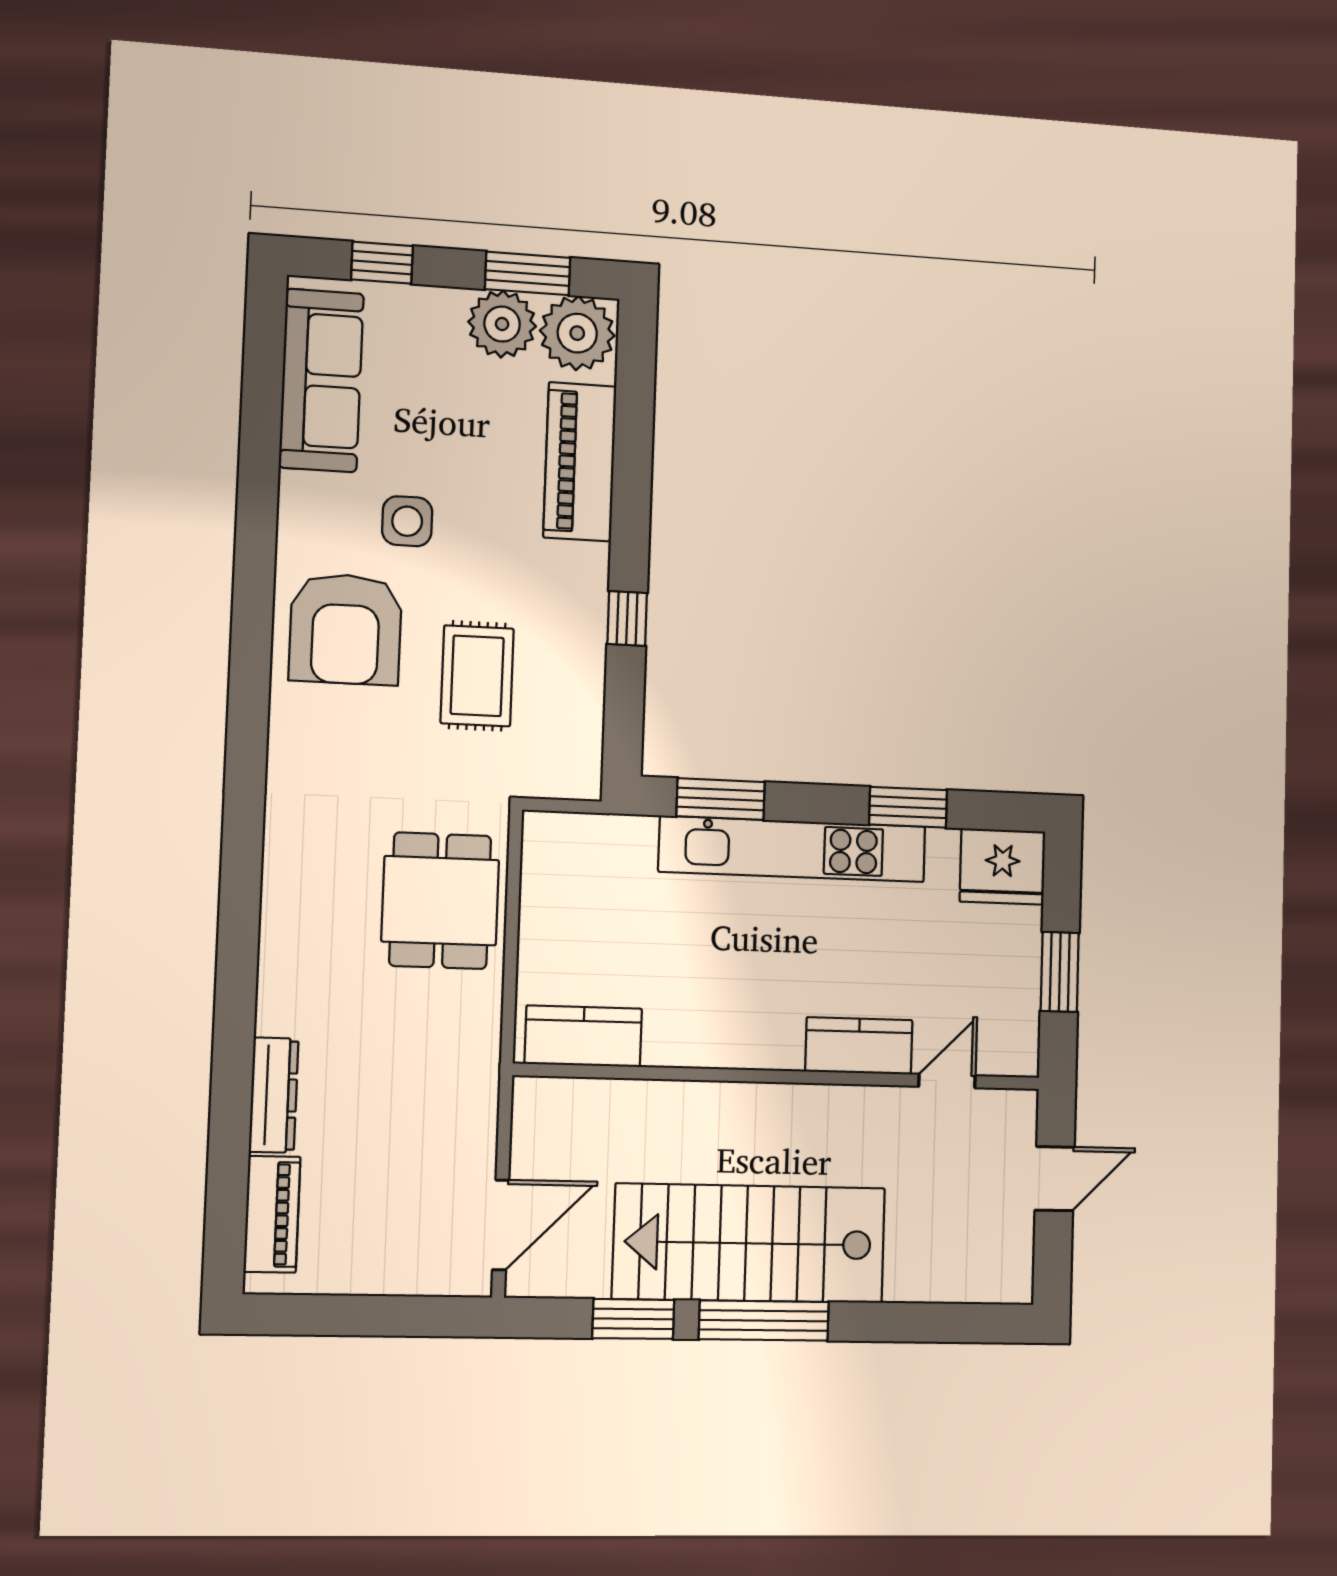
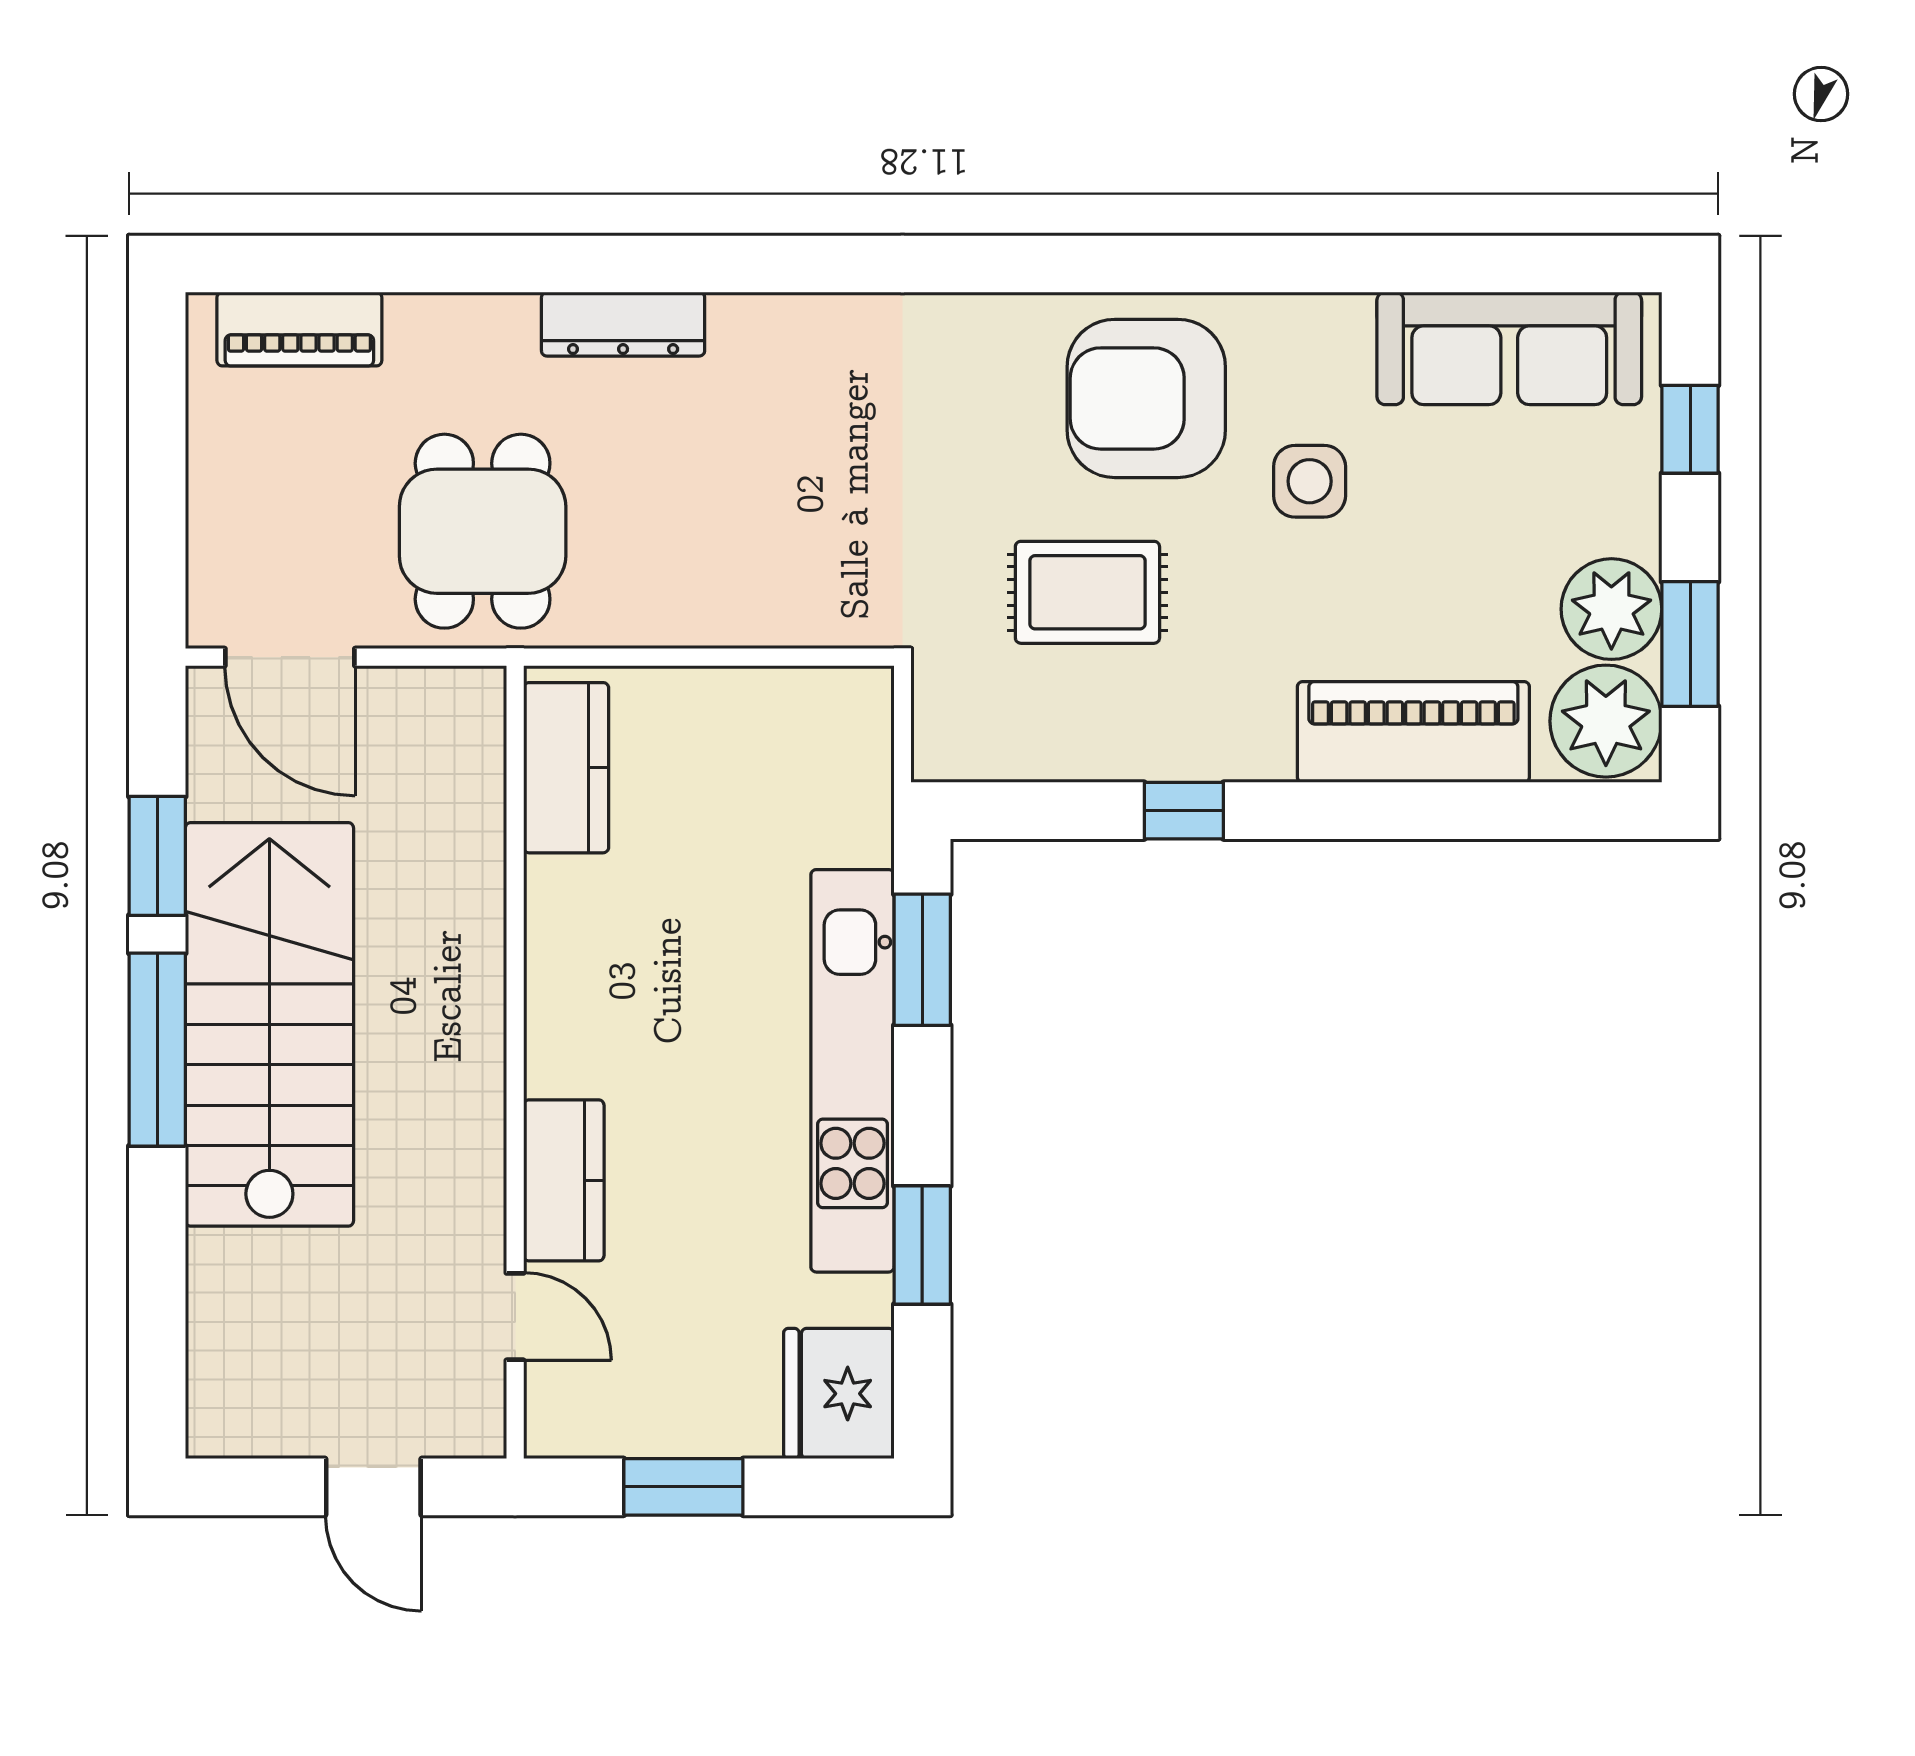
dining table: (440, 901) -> (483, 531), moved, turned 90
dresser: (274, 1095) -> (623, 324), moved

